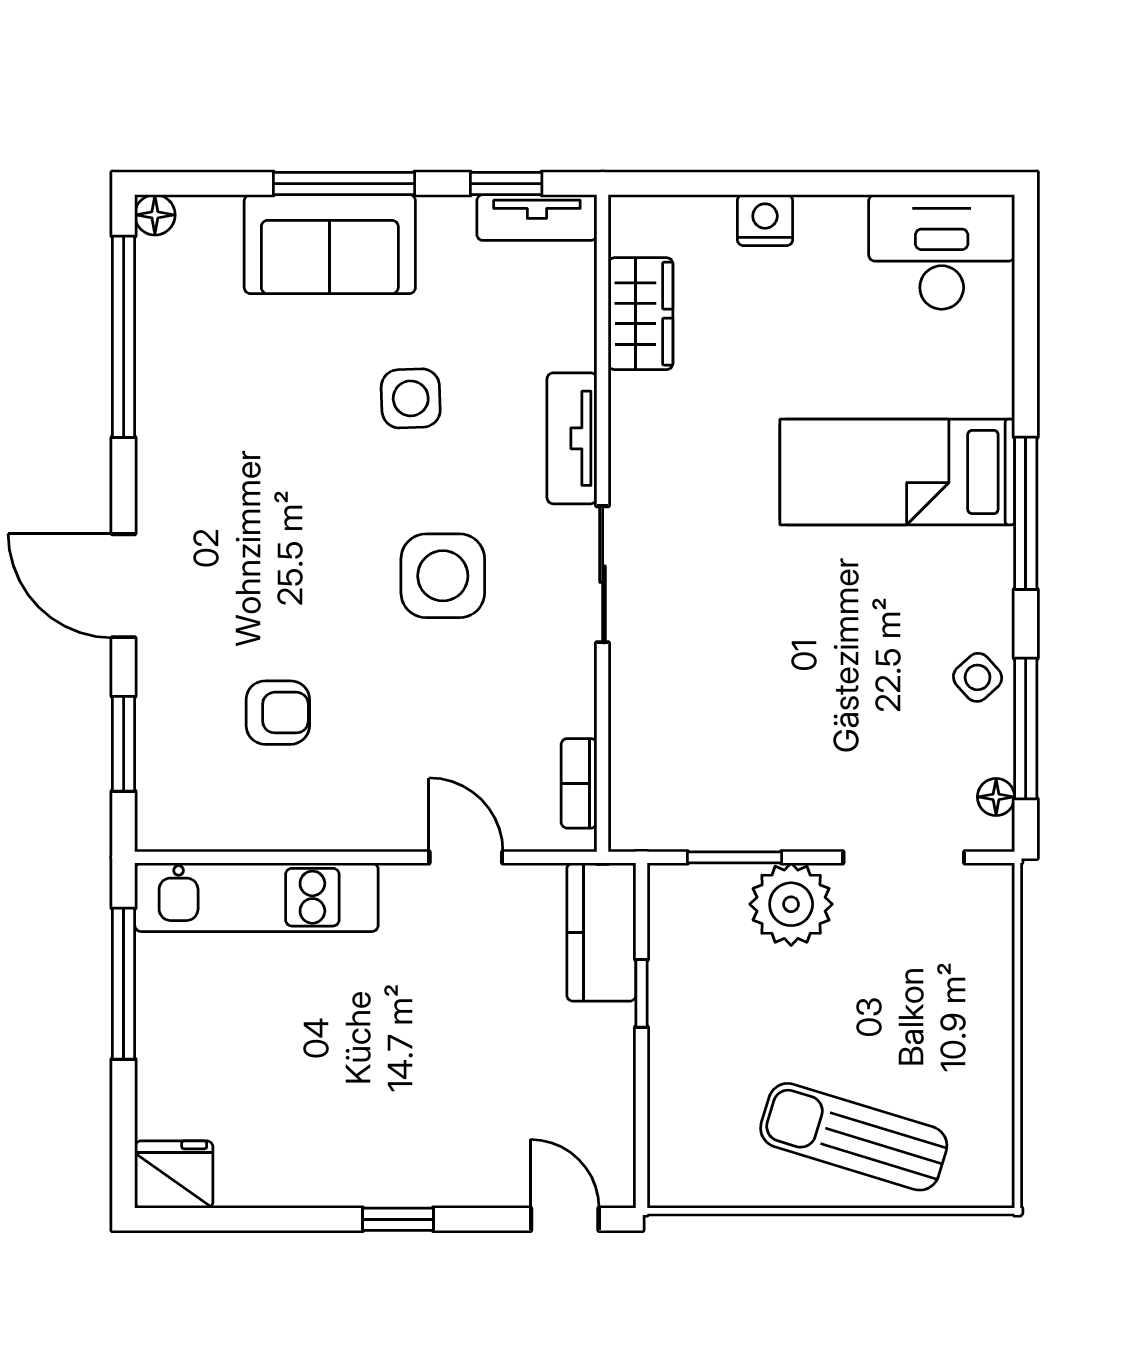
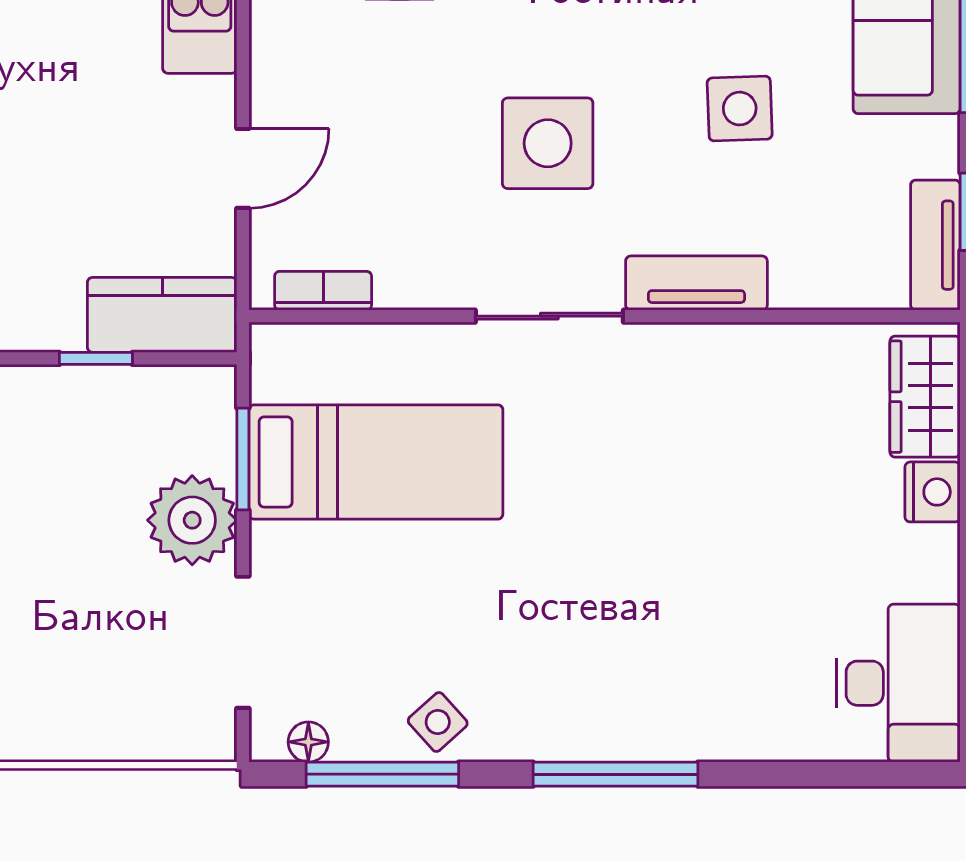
wardrobe: (641, 314) -> (925, 397), moved, turned 90
bed: (897, 472) -> (376, 462), moved, turned 90

